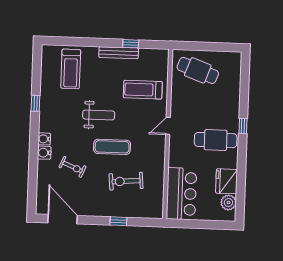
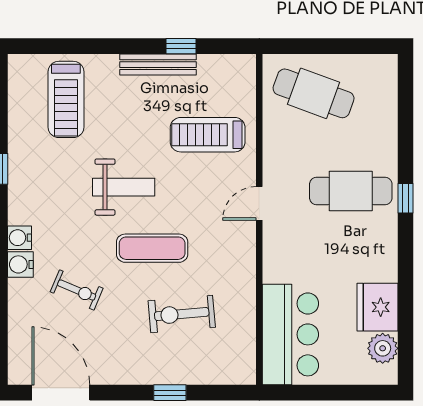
cafe table: (216, 140) -> (351, 191), moved

